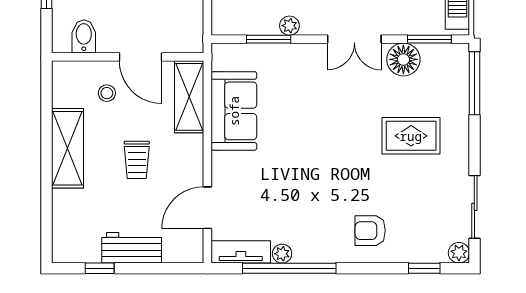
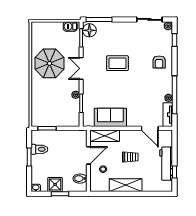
double door: (354, 39) -> (81, 68), swing flipped
floor lamp: (403, 59) -> (89, 30), moved
rug: (411, 136) -> (117, 63), moved, turned 90
workbench: (132, 248) -> (166, 164), width x1.38

